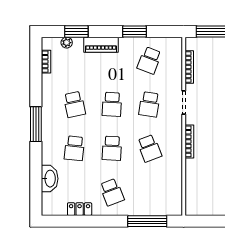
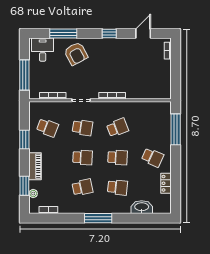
school desk: (112, 192) -> (153, 157), turned 45

